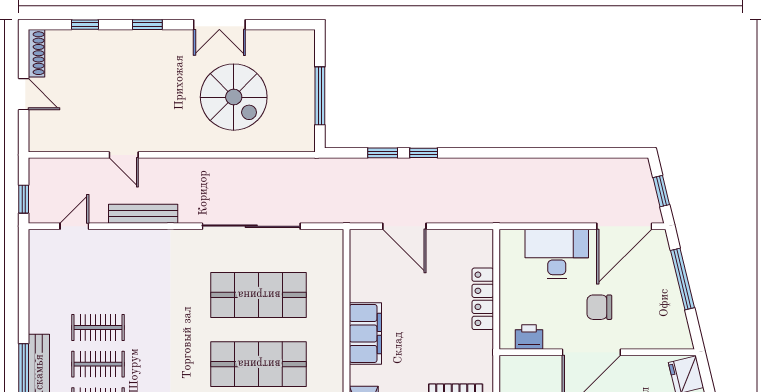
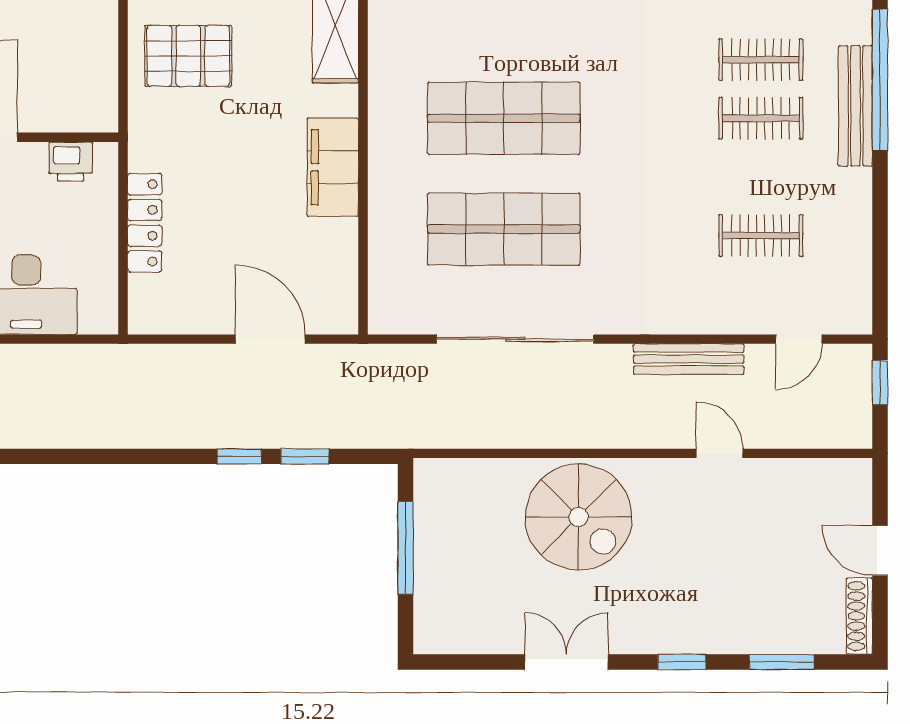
window: (85, 25) -> (782, 662), width x1.50
spiral stairs: (234, 97) -> (579, 517), moved, turned 180
clothes rail: (98, 328) -> (761, 235), moved

